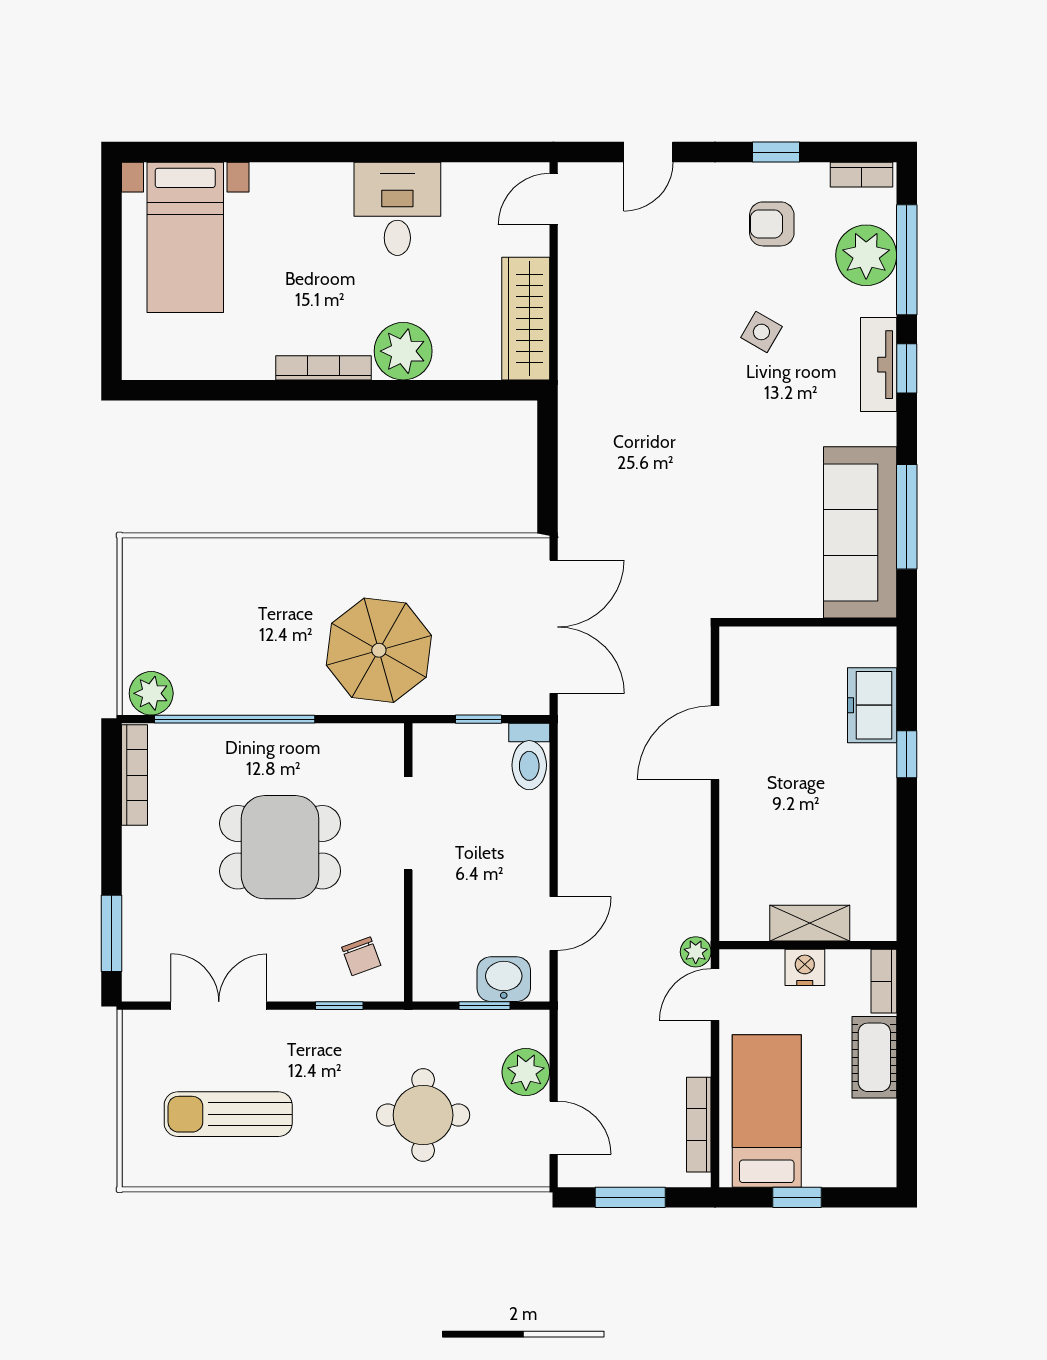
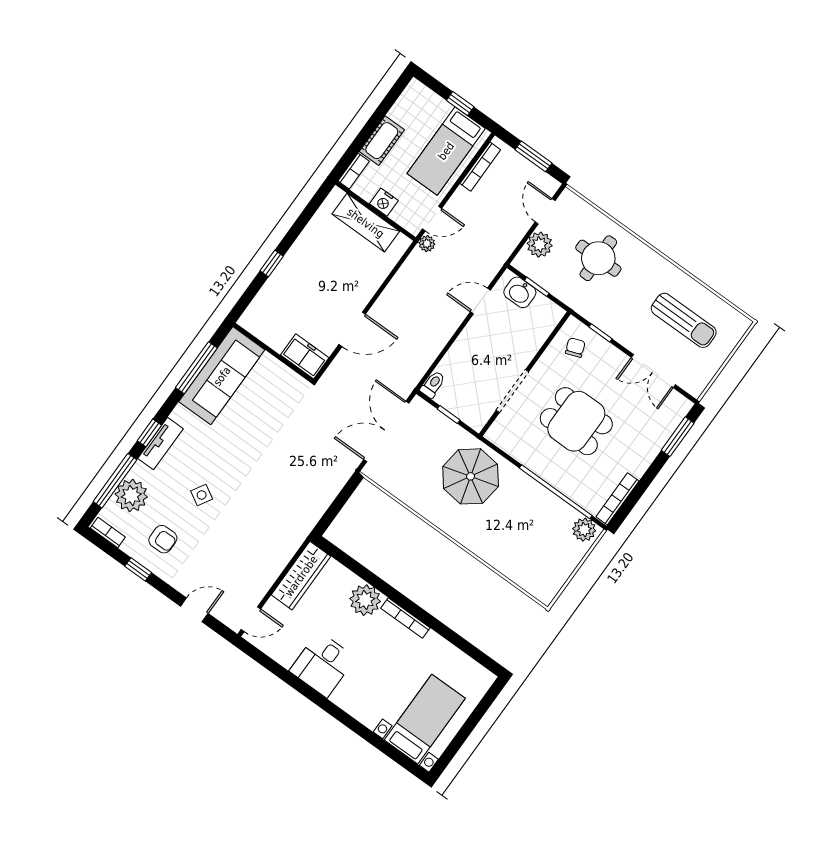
freezer: (872, 705) -> (305, 356), moved, turned -90
toilet: (529, 756) -> (433, 384), width x0.73, depth x0.72
shelving: (810, 923) -> (366, 223), width x1.50, depth x1.33

